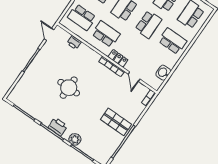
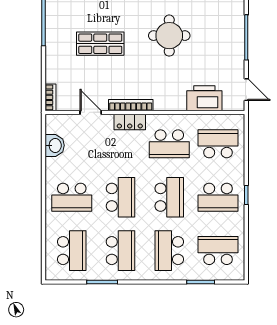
school desk: (148, 24) -> (121, 197), turned 180
printer: (74, 42) -> (204, 98), width x1.87, depth x1.48
shop shelf: (116, 122) -> (100, 44), moved

